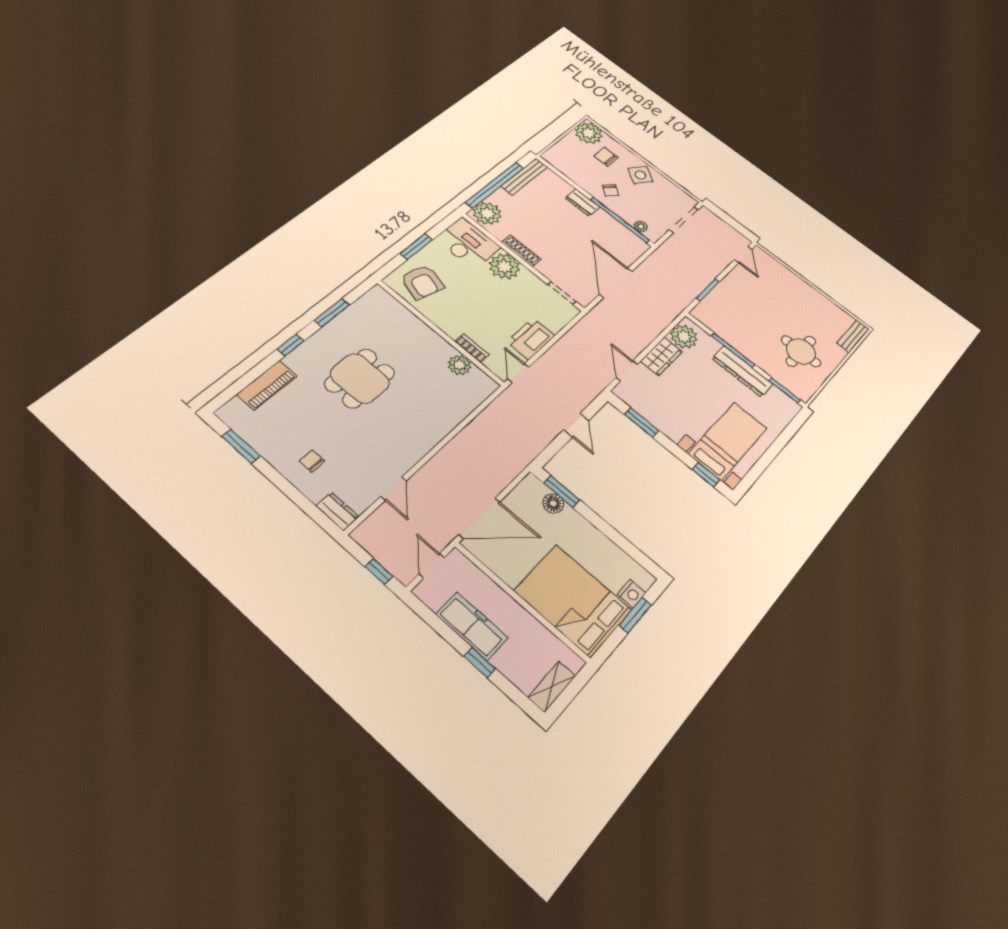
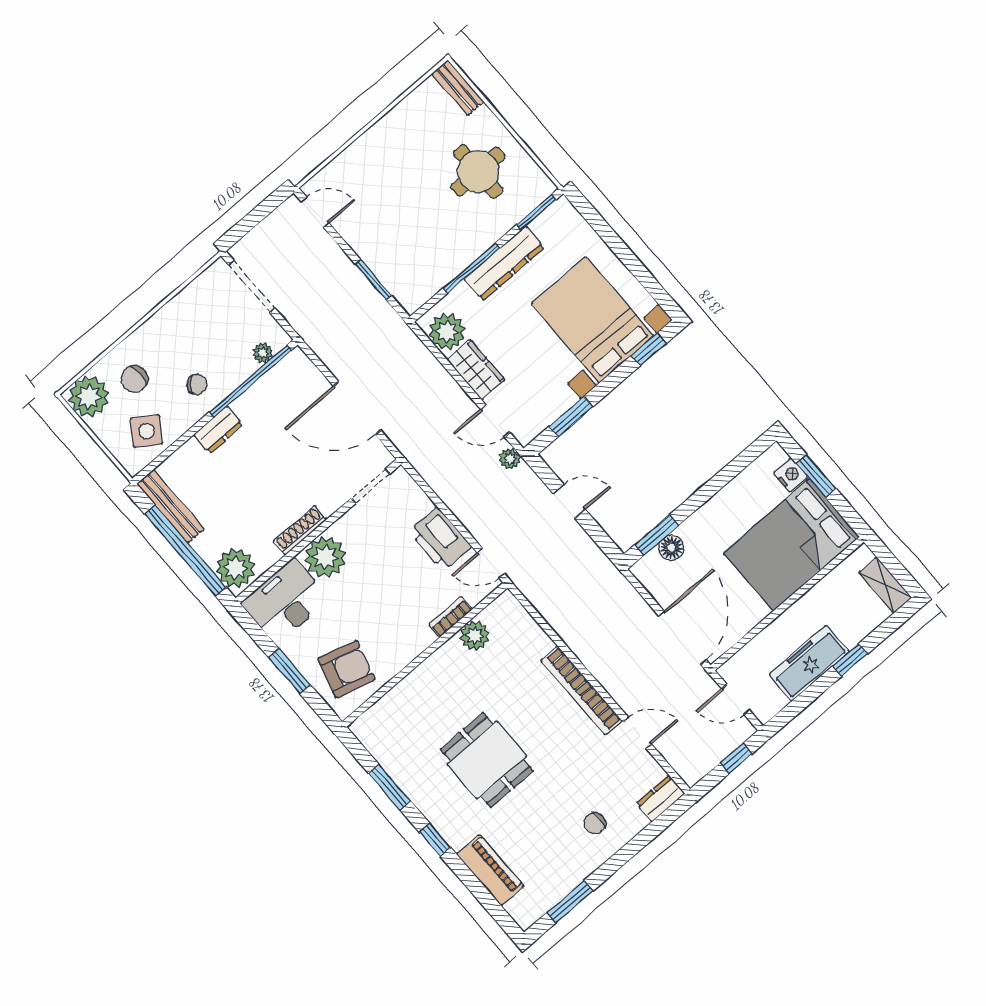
side table: (640, 175) -> (146, 431), moved
plant: (601, 382) -> (510, 459), added
bed with nightstands: (728, 441) -> (592, 320), width x1.36
bookcase: (425, 444) -> (581, 690), added

